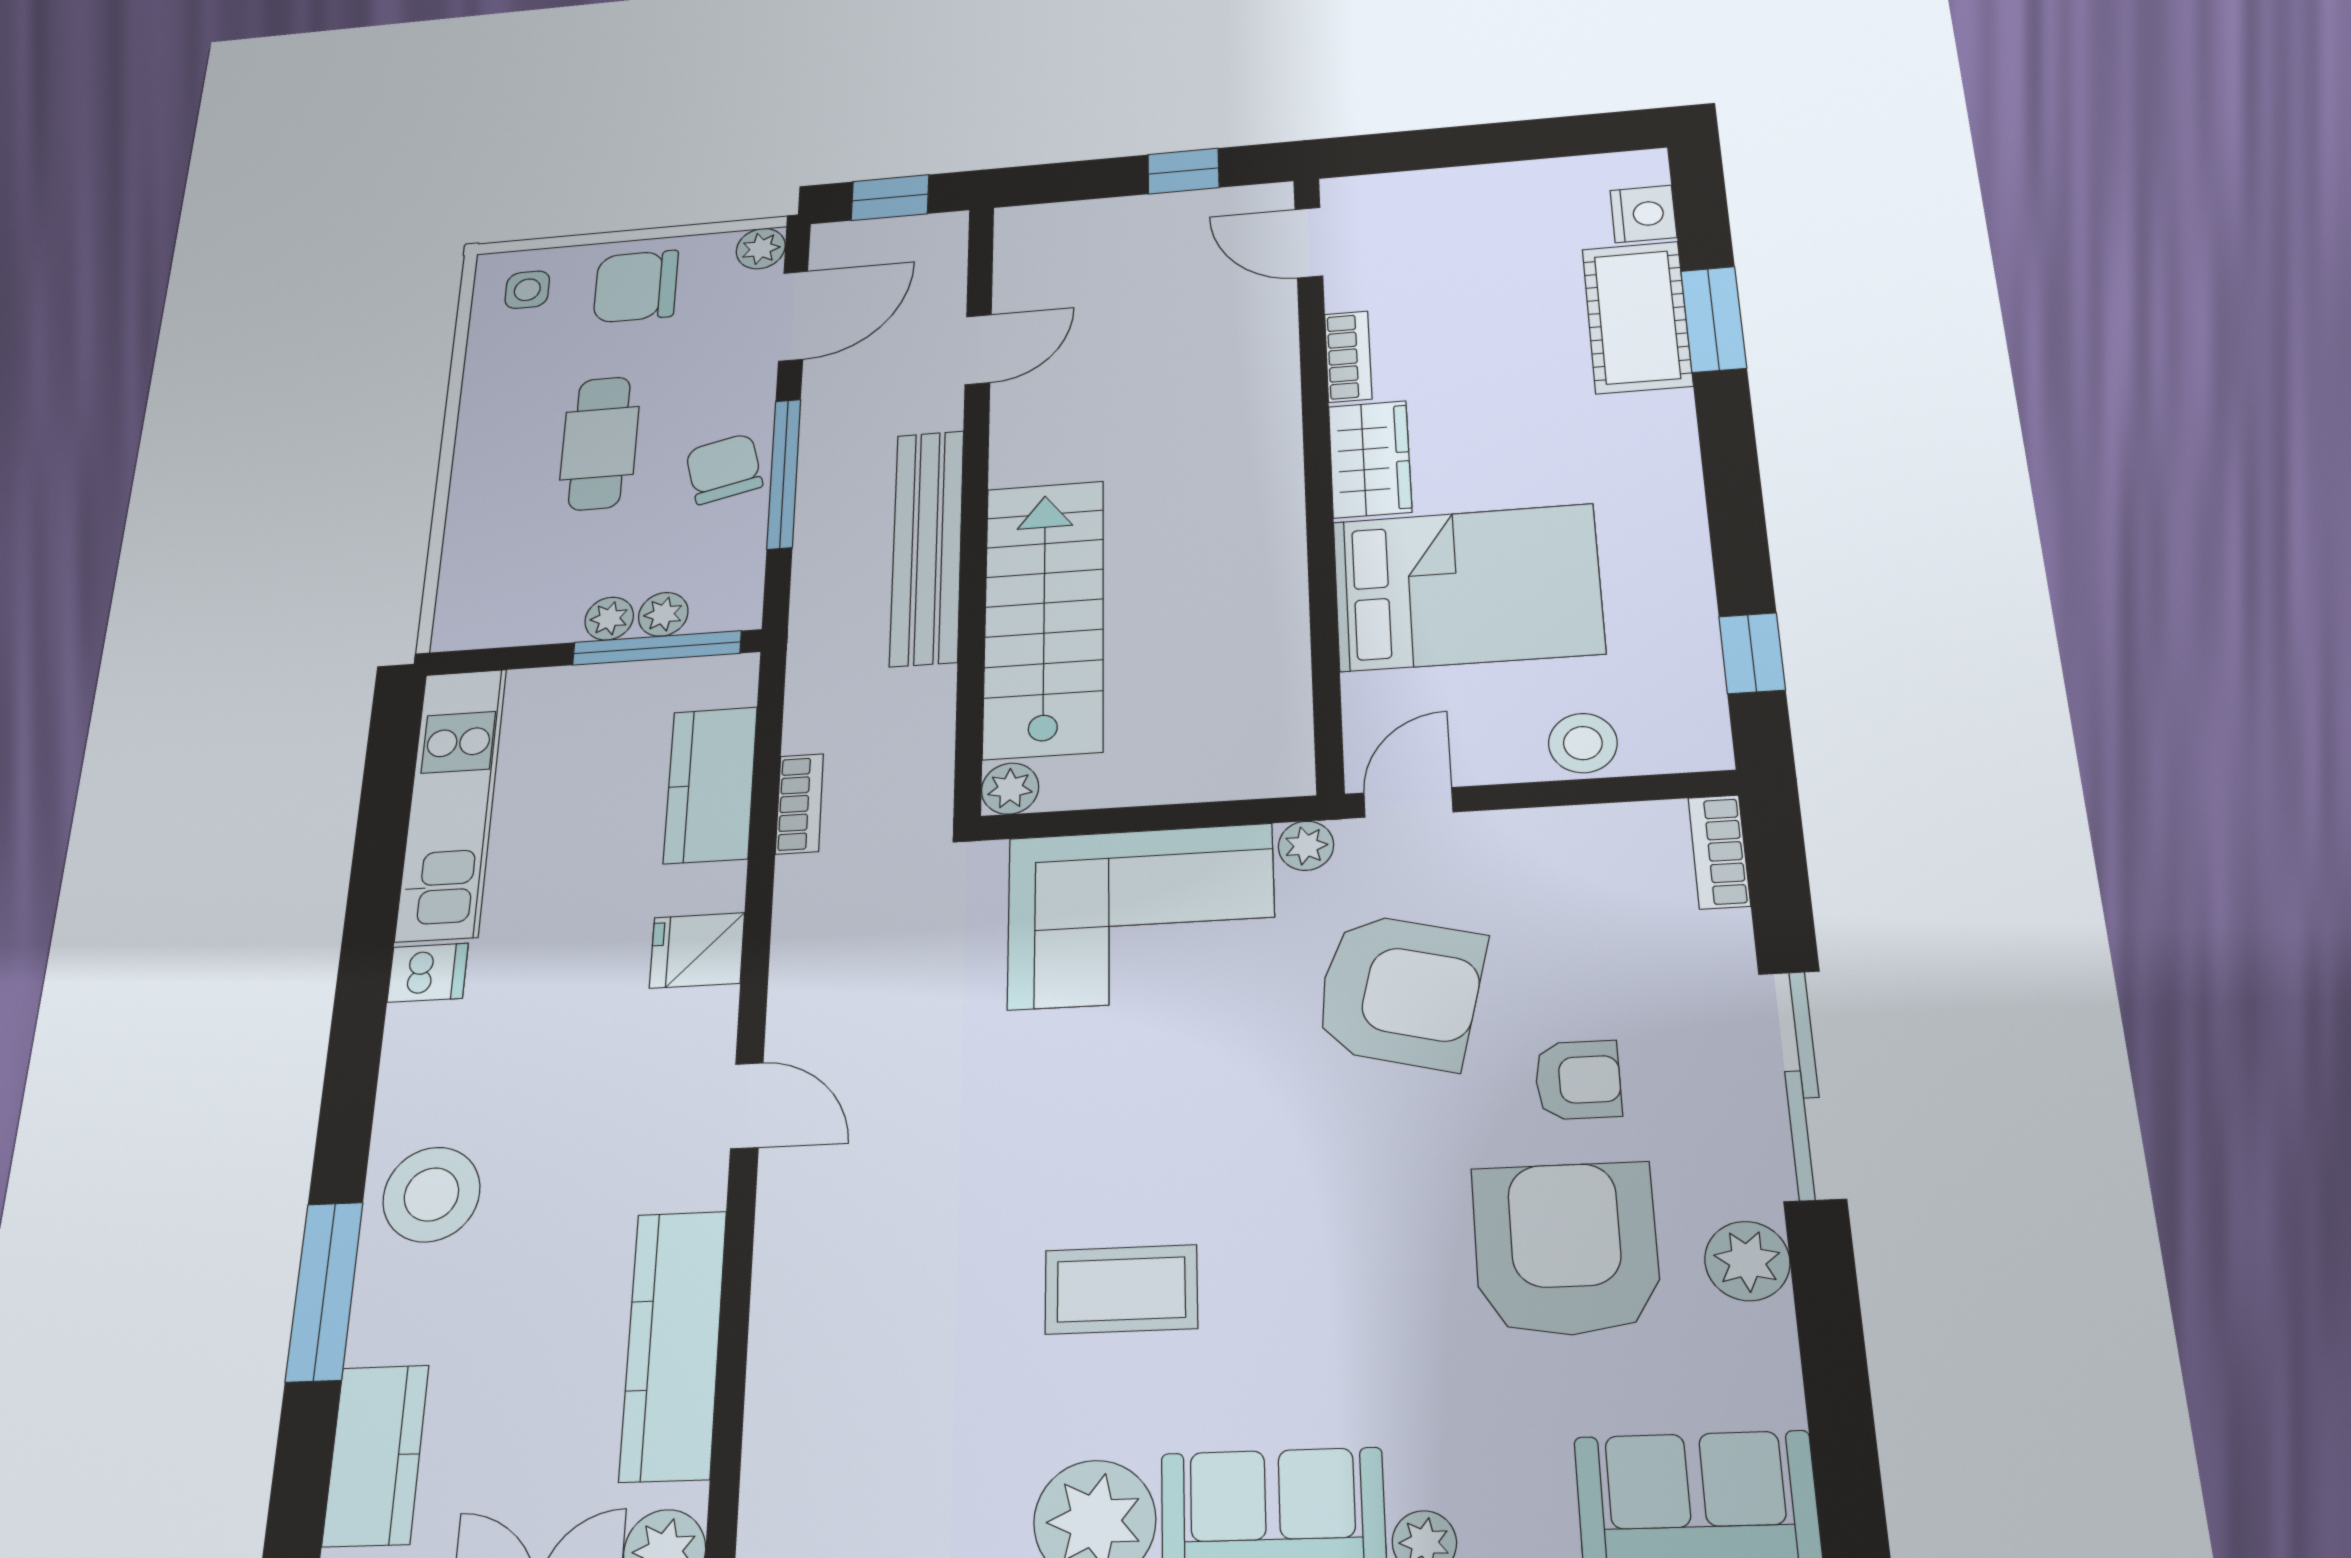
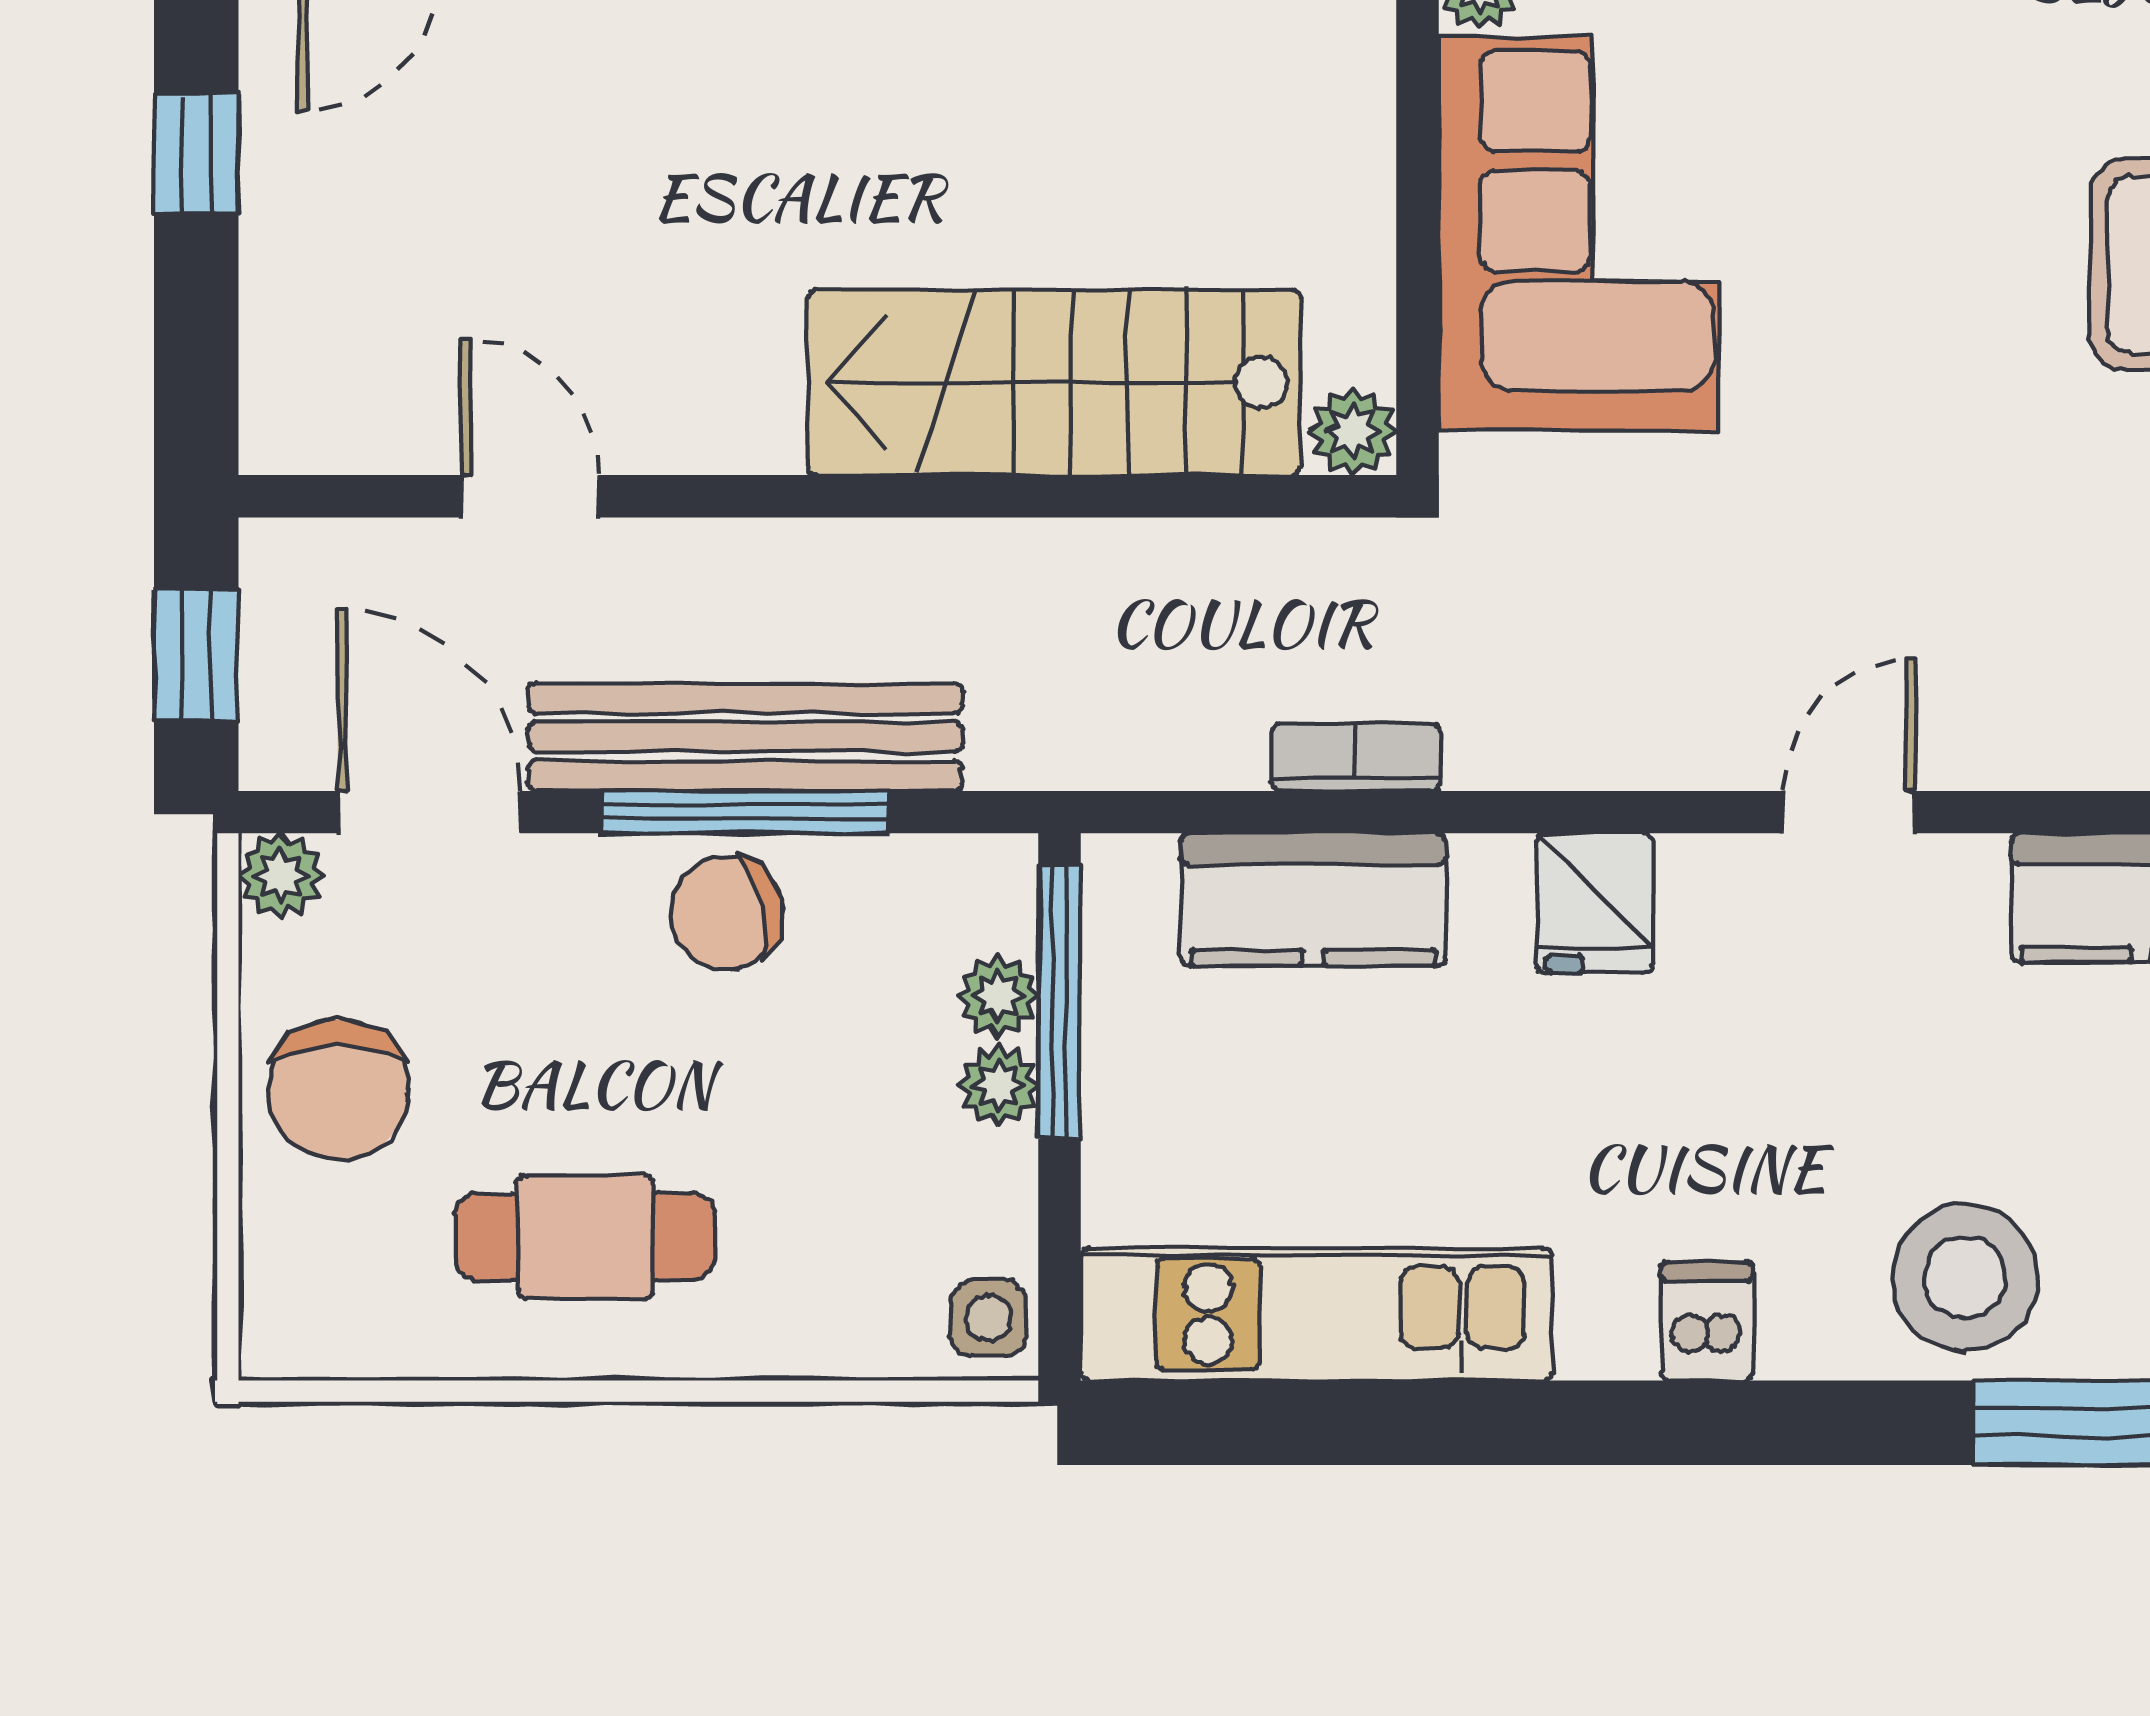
side table: (527, 290) -> (989, 1318), moved
cafe table: (599, 443) -> (585, 1237), moved
bench: (927, 547) -> (745, 737), moved
dishwasher: (428, 973) -> (1707, 1321), moved

